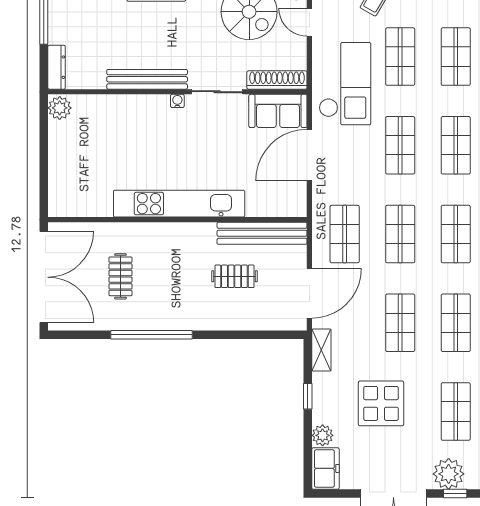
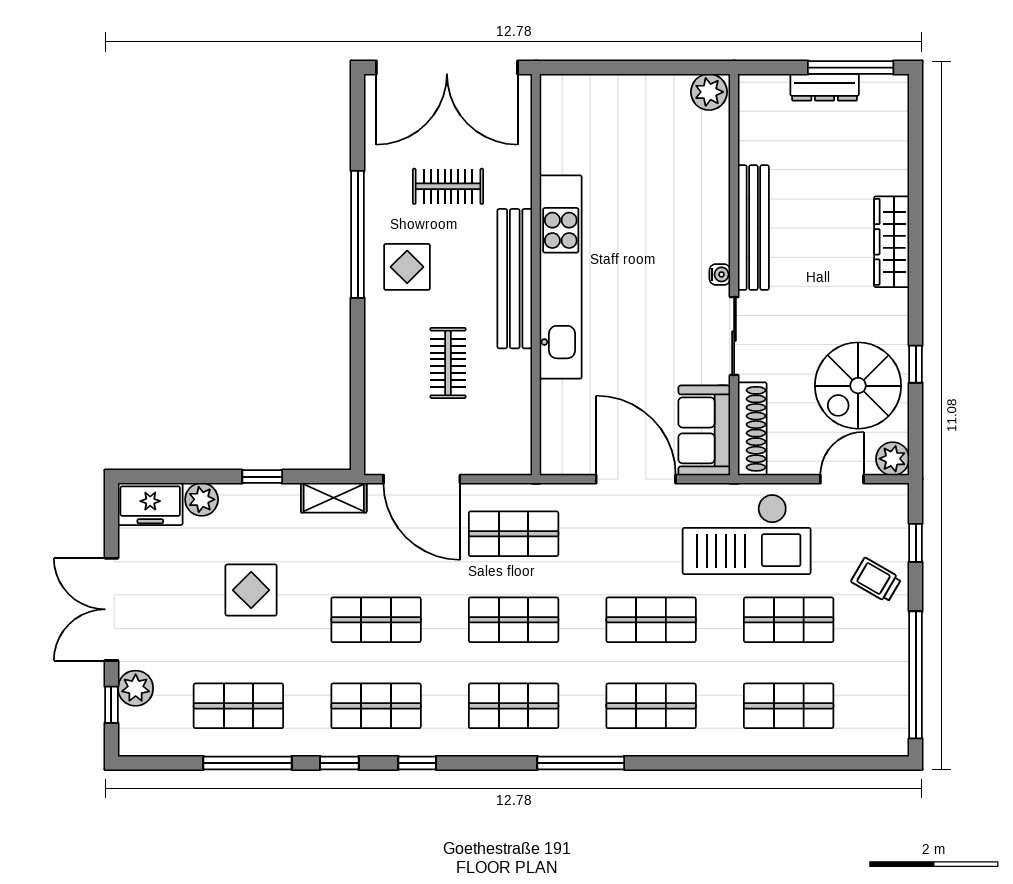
dresser: (57, 67) -> (825, 87), moved
bench: (262, 233) -> (515, 279), moved
display table: (173, 303) -> (407, 267), added
display table: (381, 403) -> (251, 590), width x0.73, depth x0.73
plant: (449, 474) -> (136, 688), width x0.73, depth x0.73

